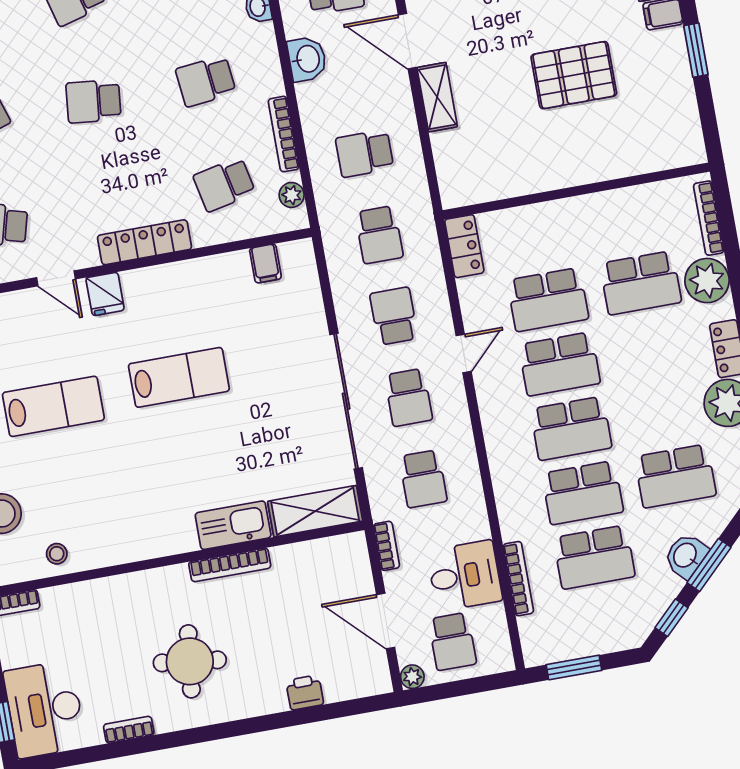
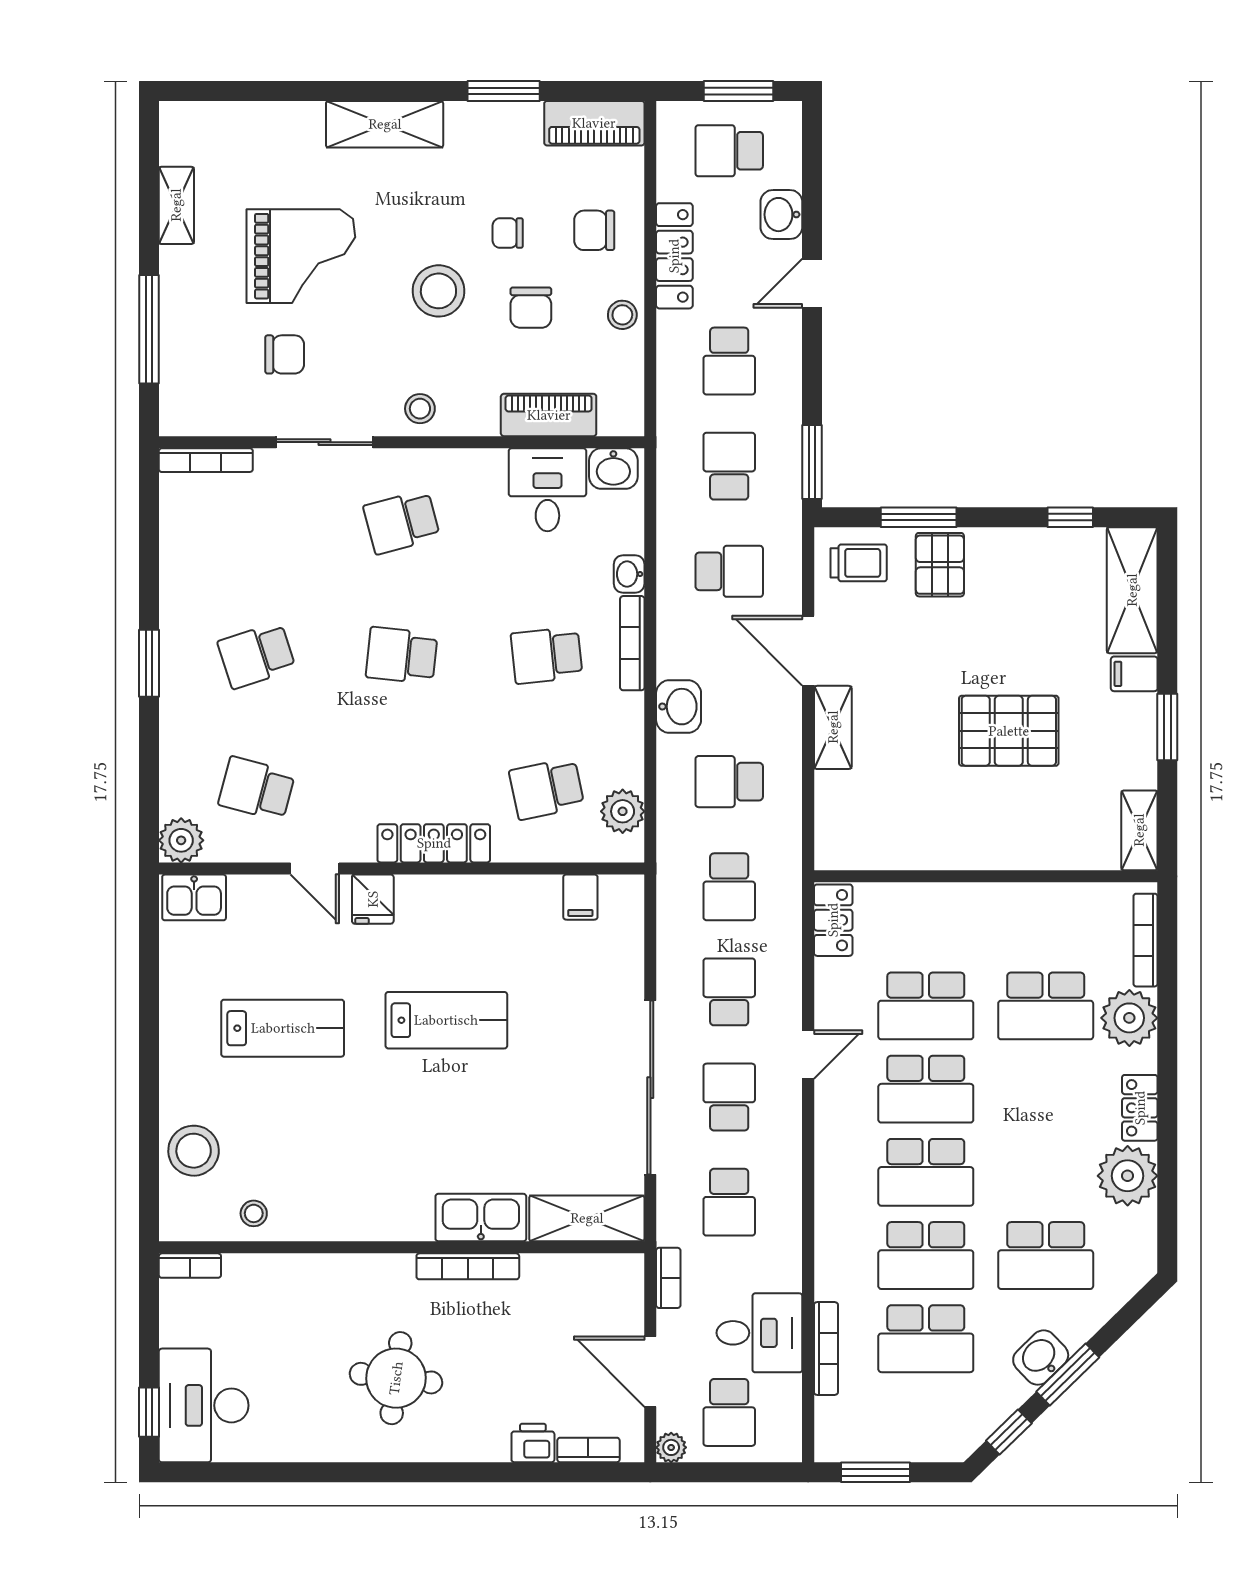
washbasin: (307, 59) -> (679, 707), moved
bookcase: (284, 134) -> (632, 643), moved
shelving: (689, 134) -> (1139, 830), added
plant: (292, 195) -> (623, 811), width x1.38, depth x1.38
school desk: (408, 397) -> (729, 1097), turned 180
bookcase: (129, 730) -> (588, 1450), moved

